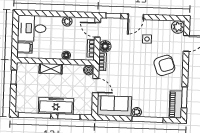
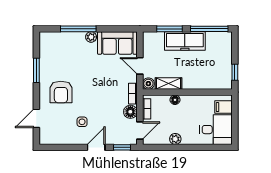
plant: (178, 27) -> (47, 137), removed
door: (98, 30) -> (140, 130), hinge flipped
armchair: (164, 65) -> (61, 92), turned -71
shelving: (51, 69) -> (168, 84), moved
window: (184, 97) -> (36, 70), moved
piano: (176, 104) -> (46, 47), removed

